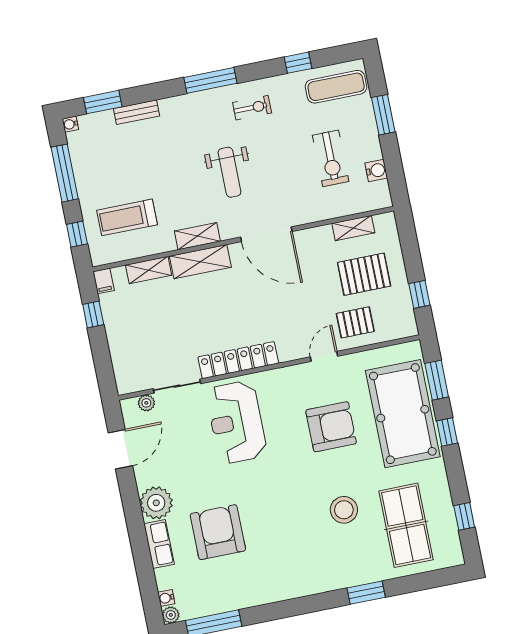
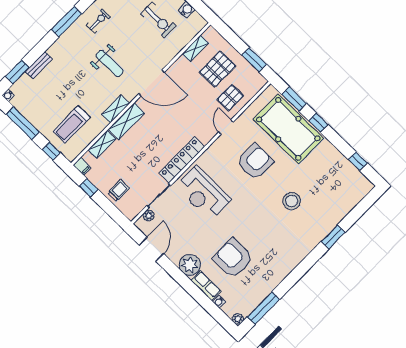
window: (419, 294) -> (254, 60), width x1.50
trolley: (130, 344) -> (119, 190), added
table tennis table: (406, 525) -> (330, 187), removed
water cooler: (166, 598) -> (219, 302), moved

